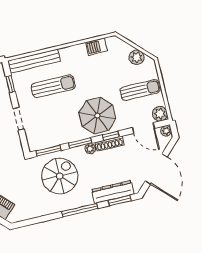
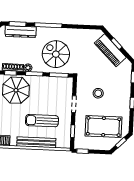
bench: (34, 61) -> (36, 142), moved
spiral stairs: (60, 176) -> (56, 54), turned 90

